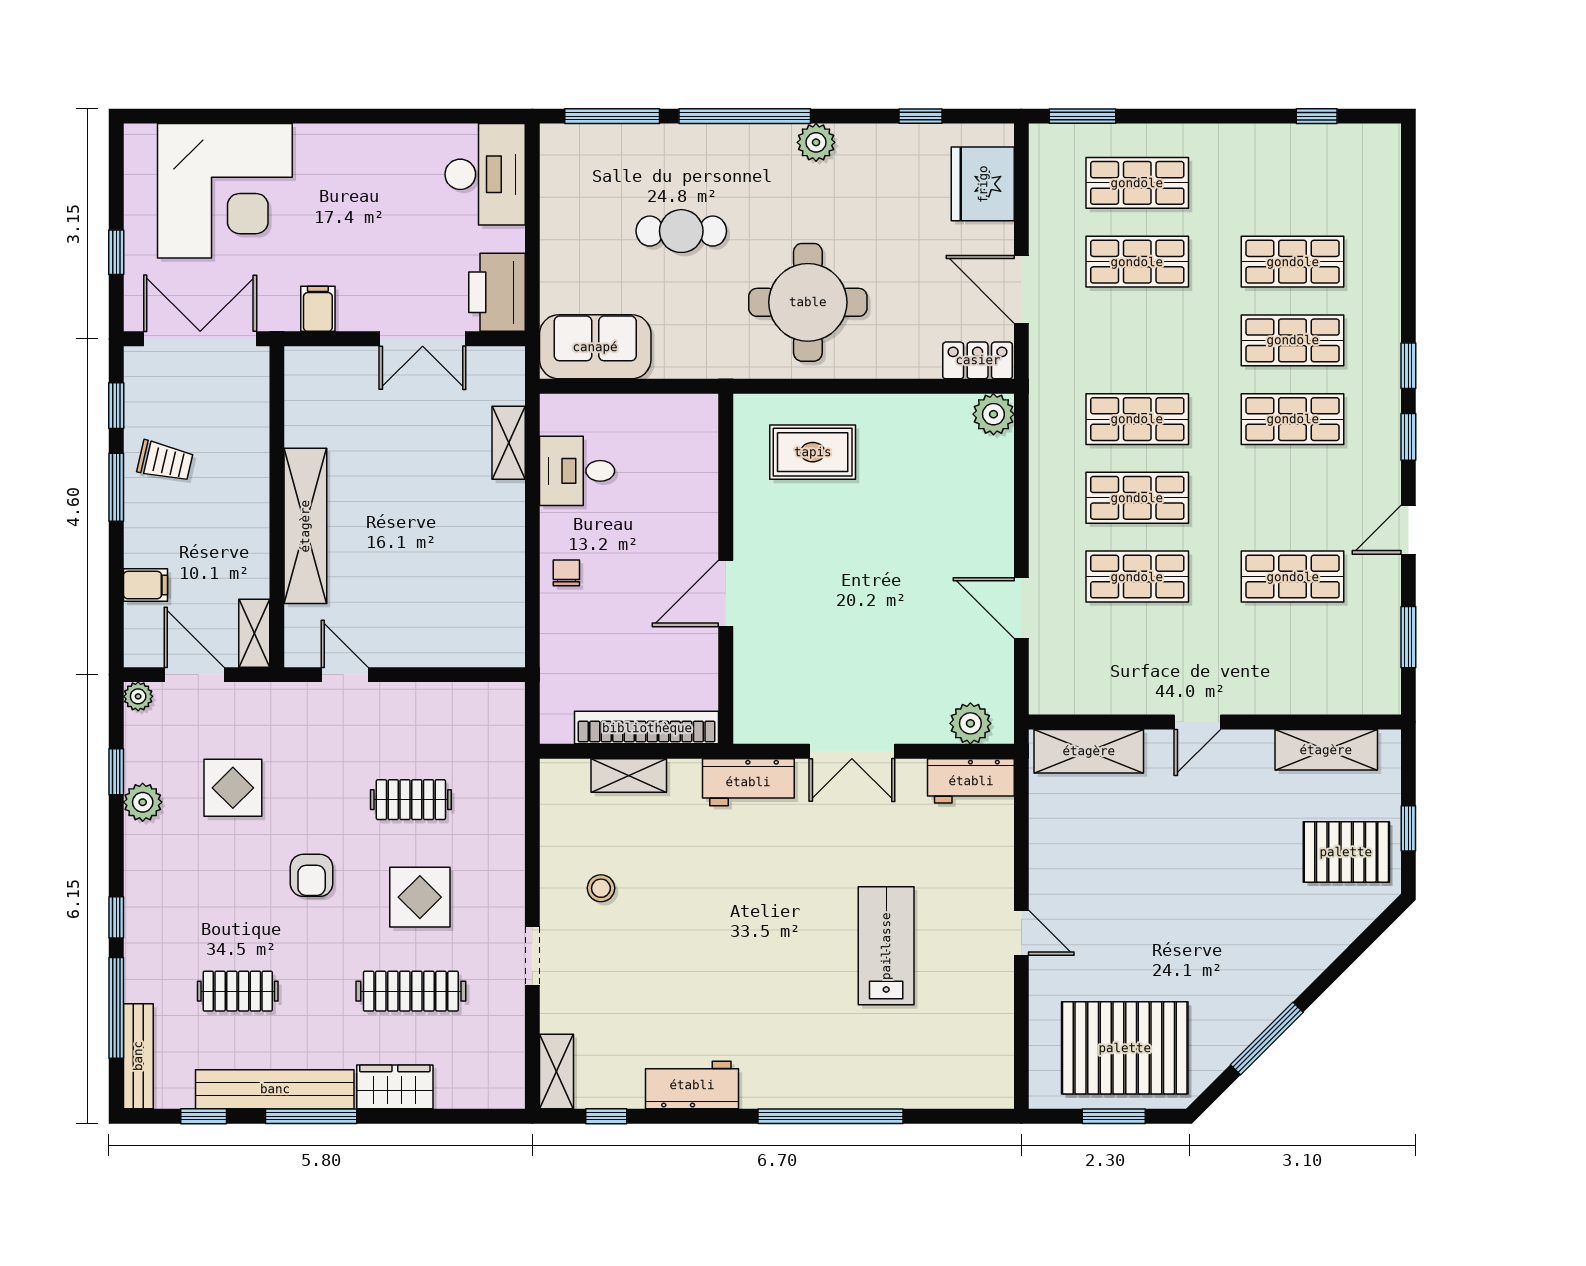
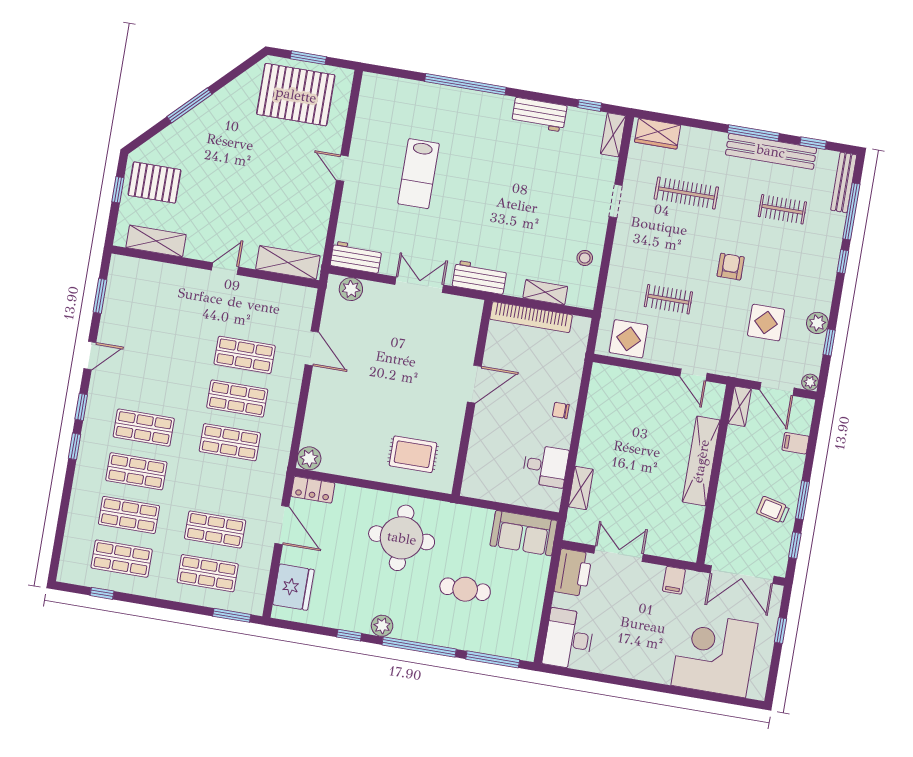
window: (920, 116) -> (349, 635), moved
chair: (566, 573) -> (561, 410), turned 90
shop shelf: (1293, 577) -> (122, 559), moved
stool: (601, 888) -> (585, 258), moved
display table: (420, 897) -> (629, 339), moved
window: (1267, 1038) -> (190, 105), moved
wardrobe: (395, 1087) -> (658, 134), moved

